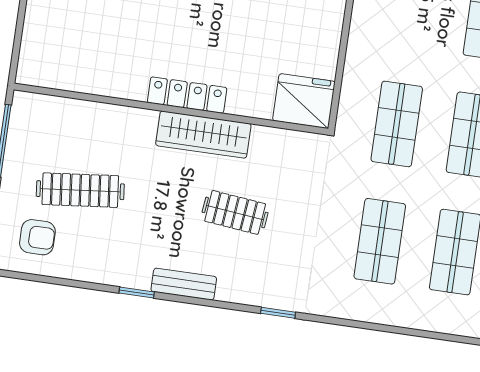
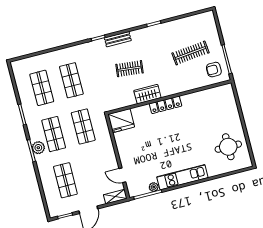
wardrobe: (203, 135) -> (147, 94), width x0.67
armchair: (37, 237) -> (214, 70), moved
bench: (184, 284) -> (118, 39), moved

